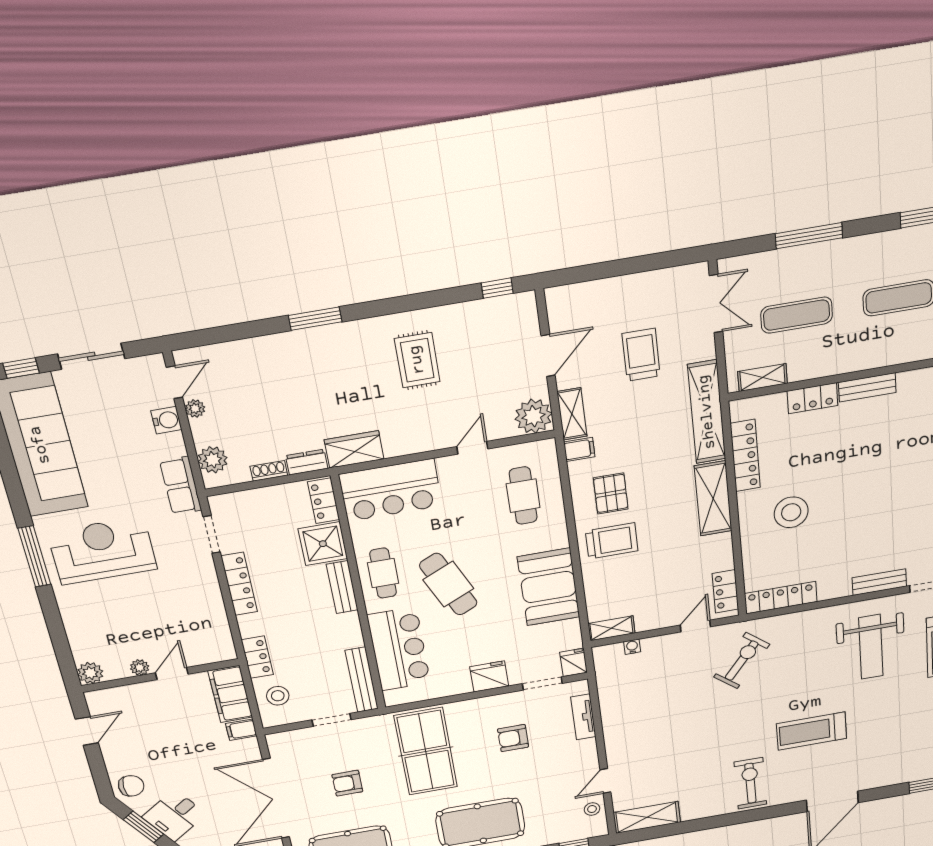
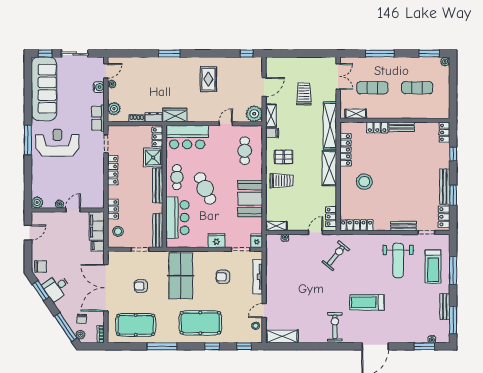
pallet: (611, 493) -> (284, 157), turned 90
bench: (342, 587) -> (158, 185), width x1.36
tv unit: (583, 717) -> (258, 277), width x1.41

